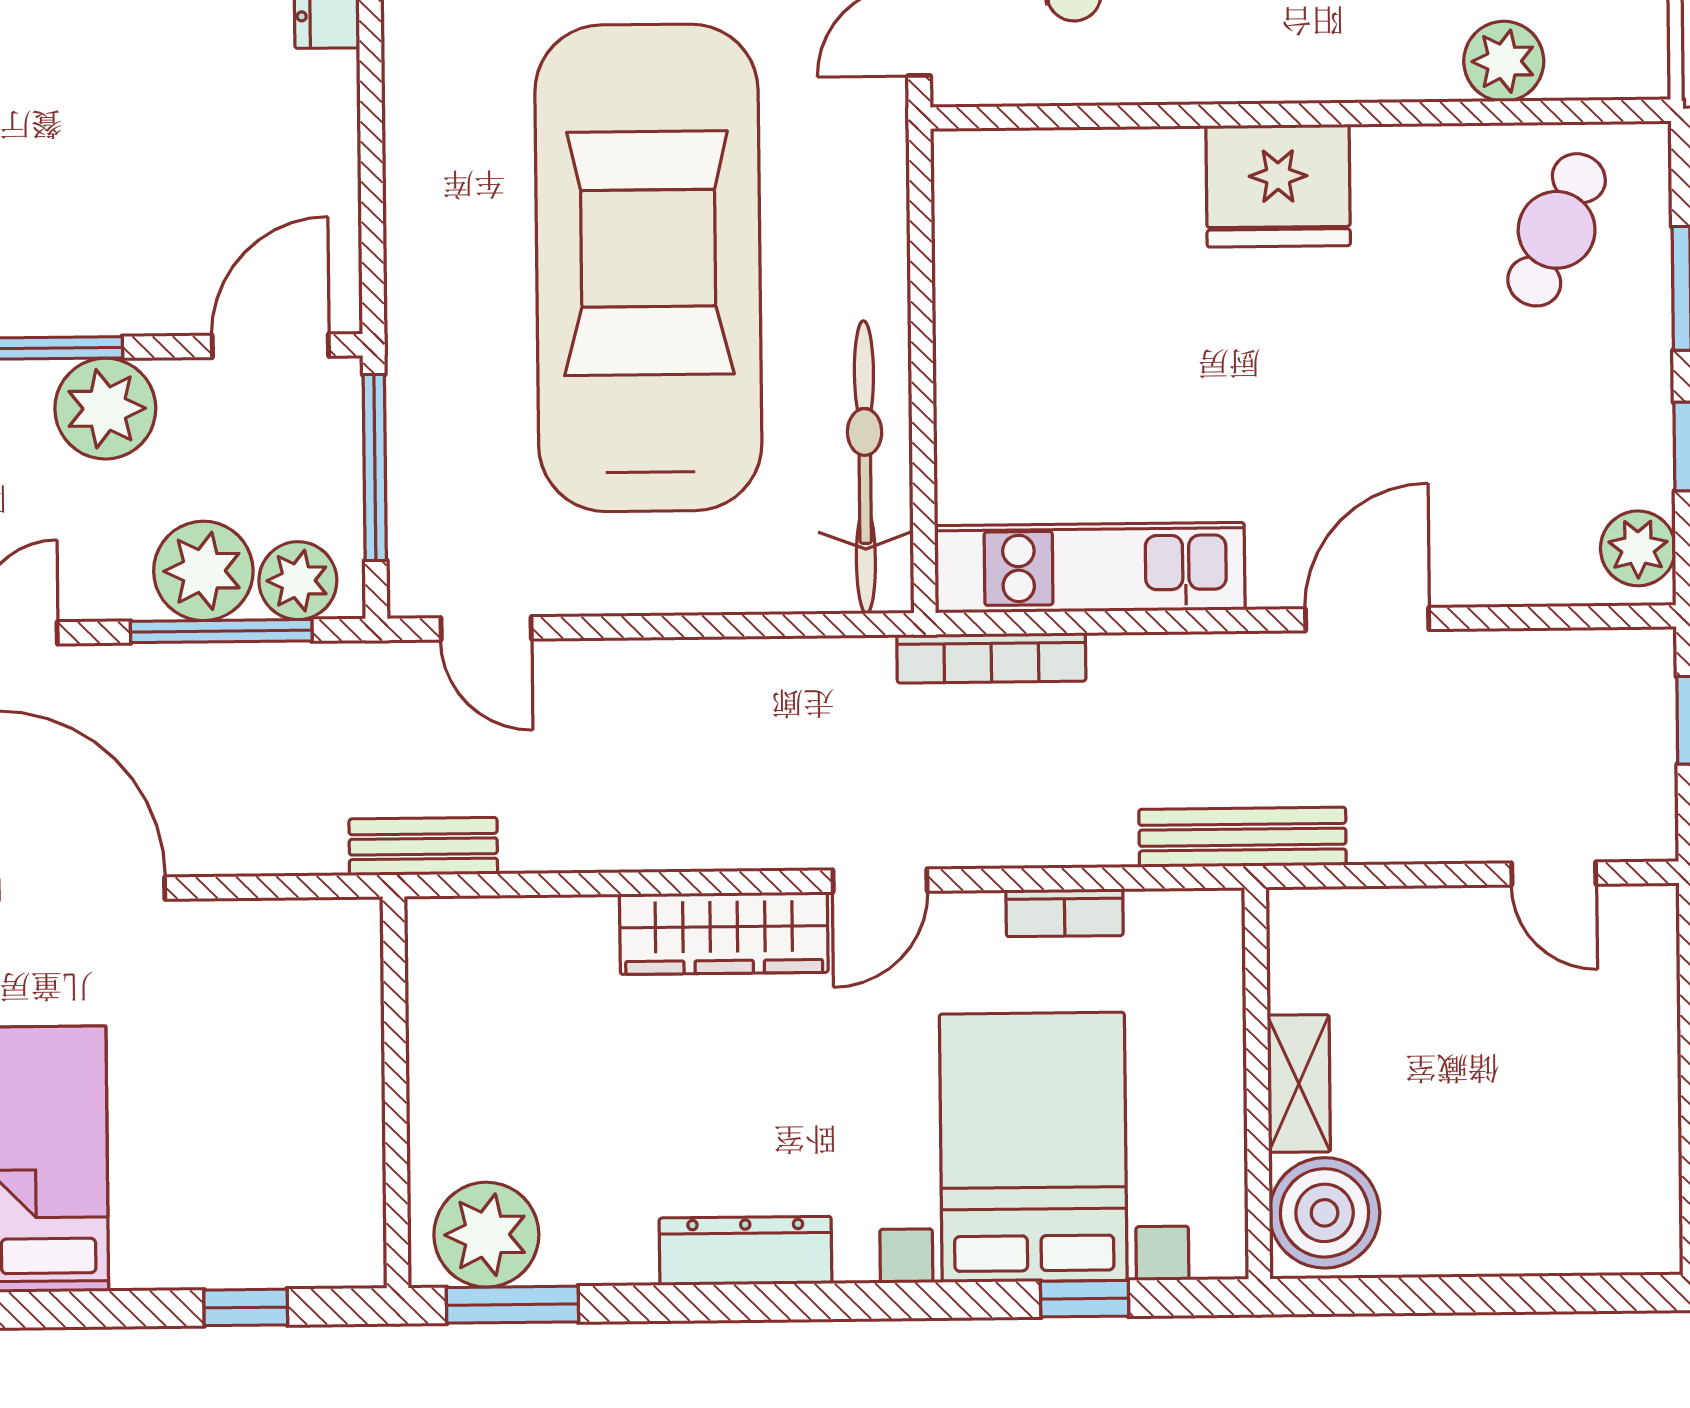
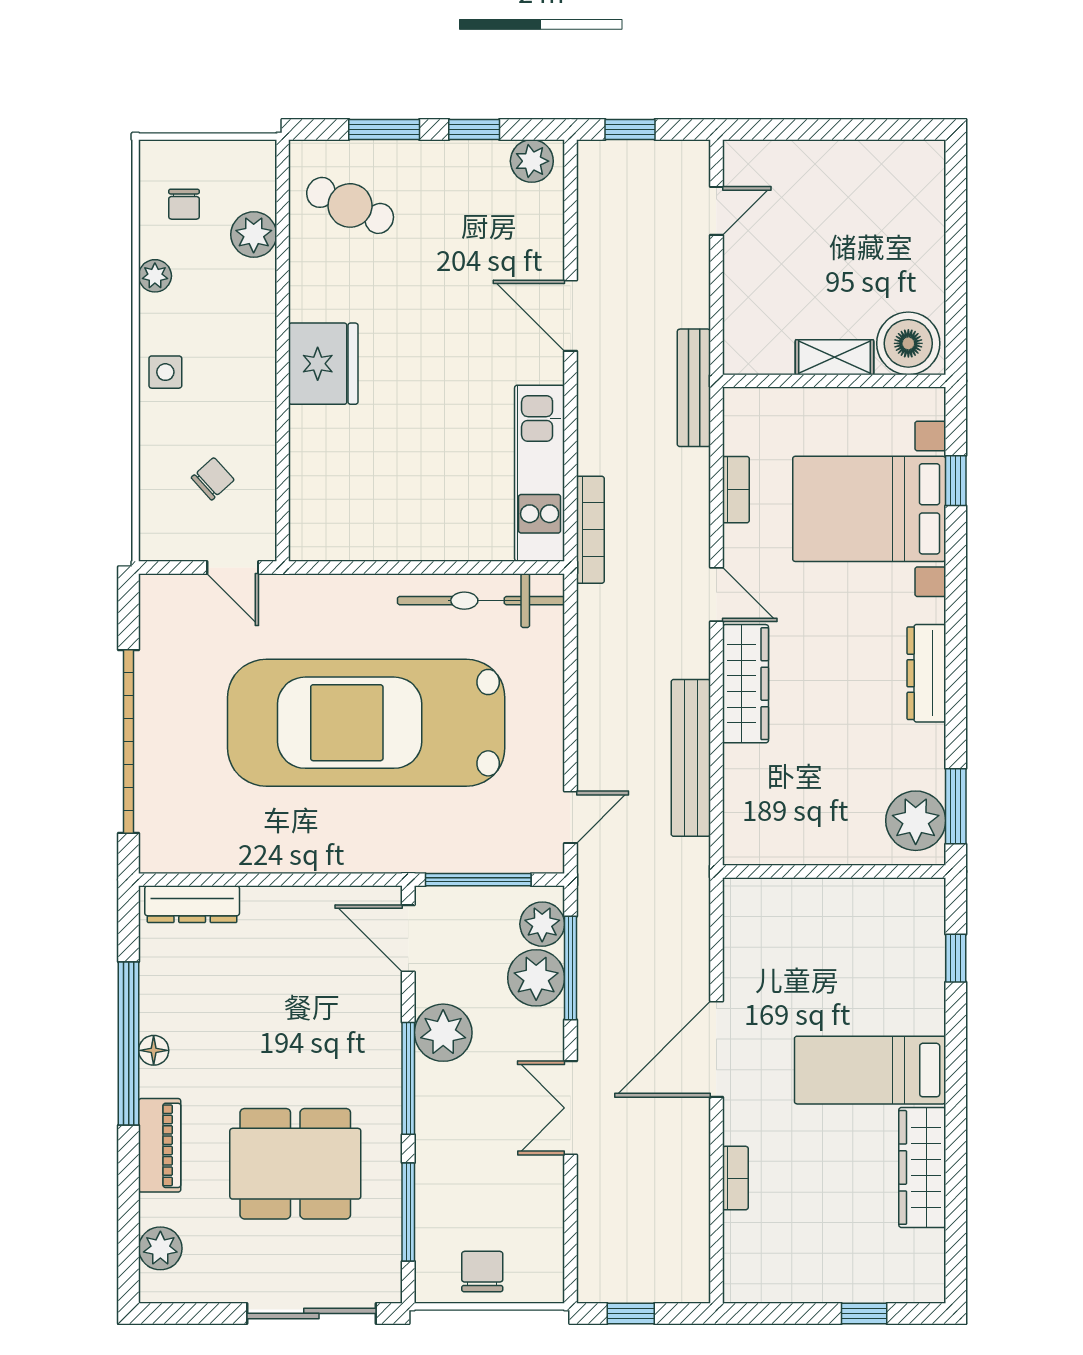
bench: (423, 846) -> (691, 758), moved, width x1.86, depth x1.21

